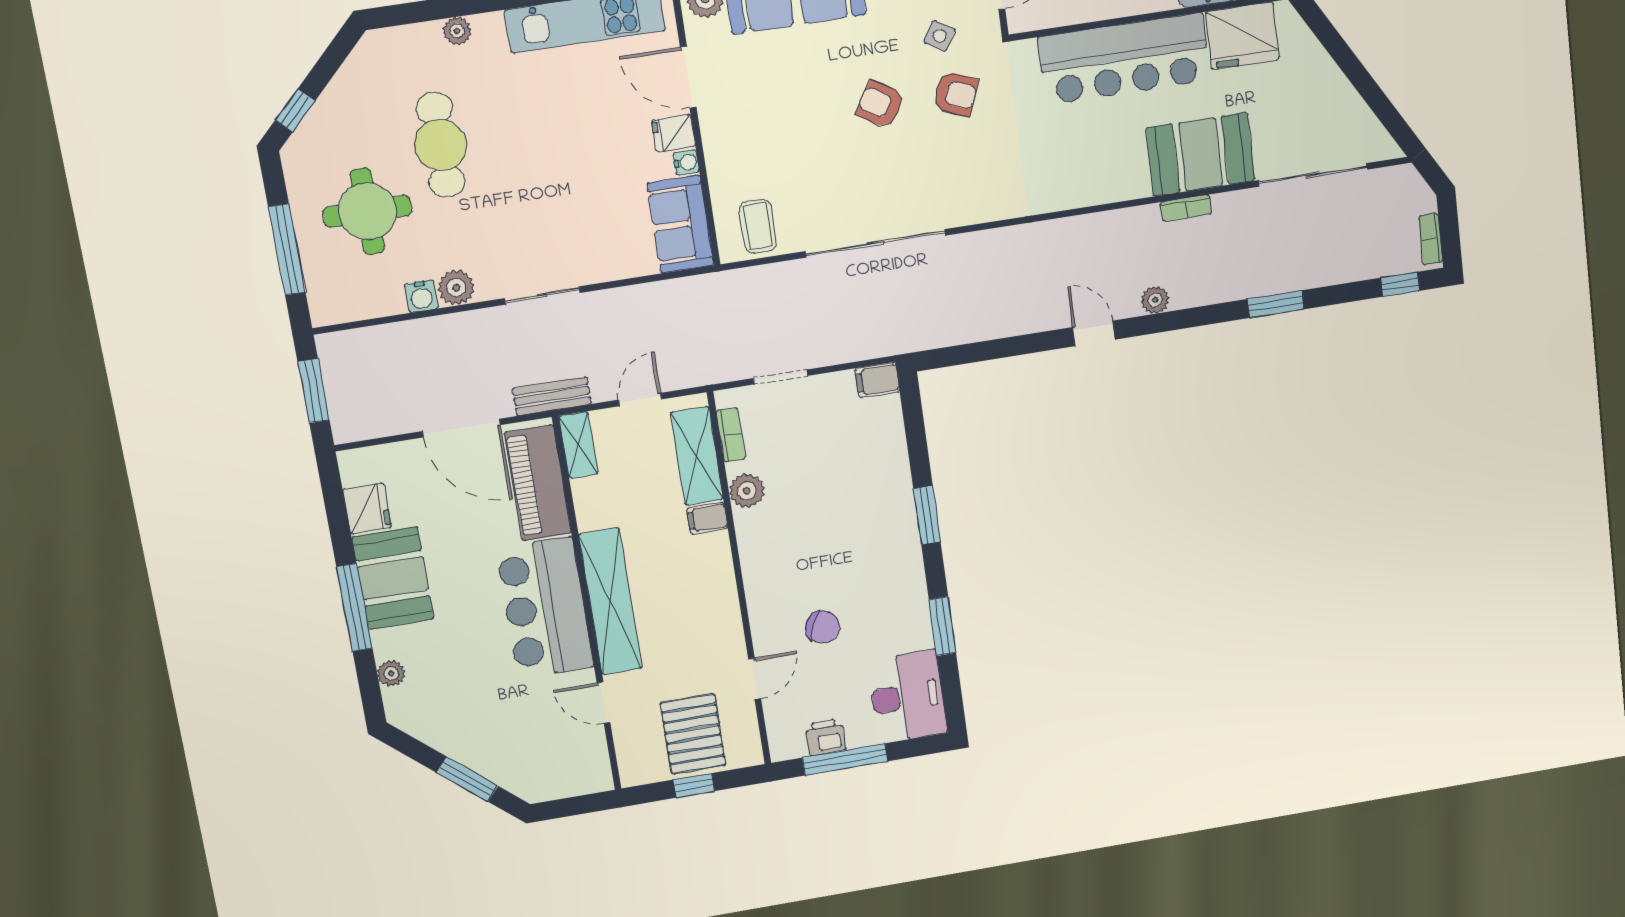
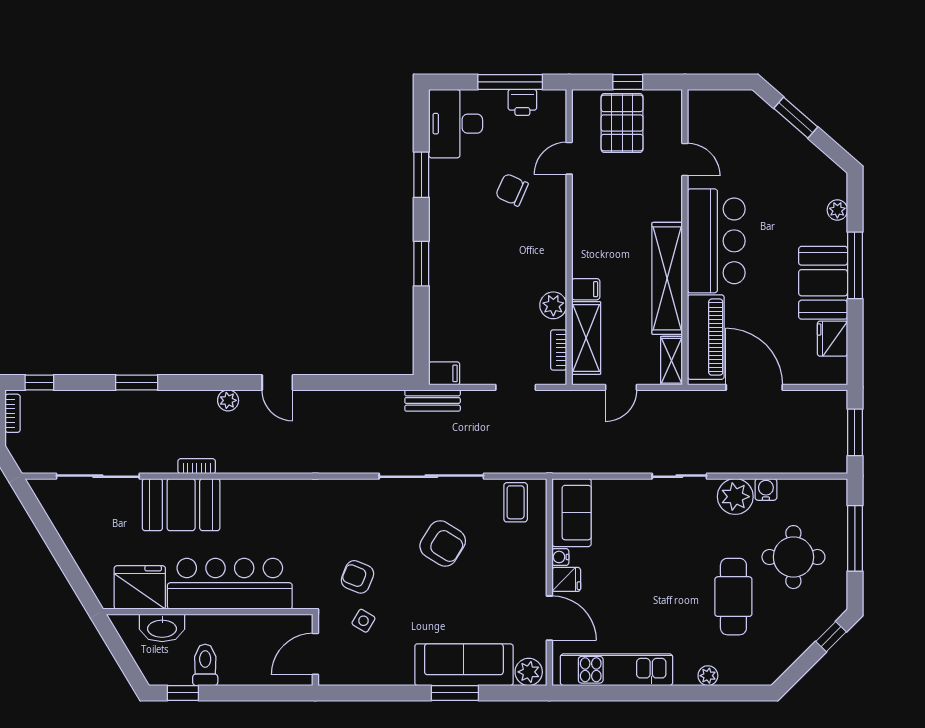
armchair: (880, 105) -> (443, 543), moved, width x1.38, depth x1.38
plant: (456, 288) -> (735, 497), width x1.36, depth x1.36
bench: (552, 396) -> (433, 401), moved
shelving: (611, 602) -> (667, 278), moved

